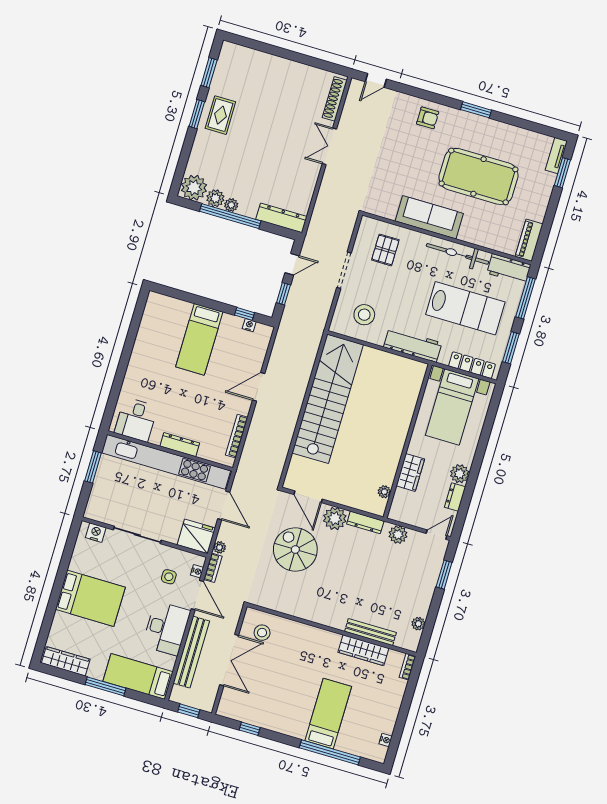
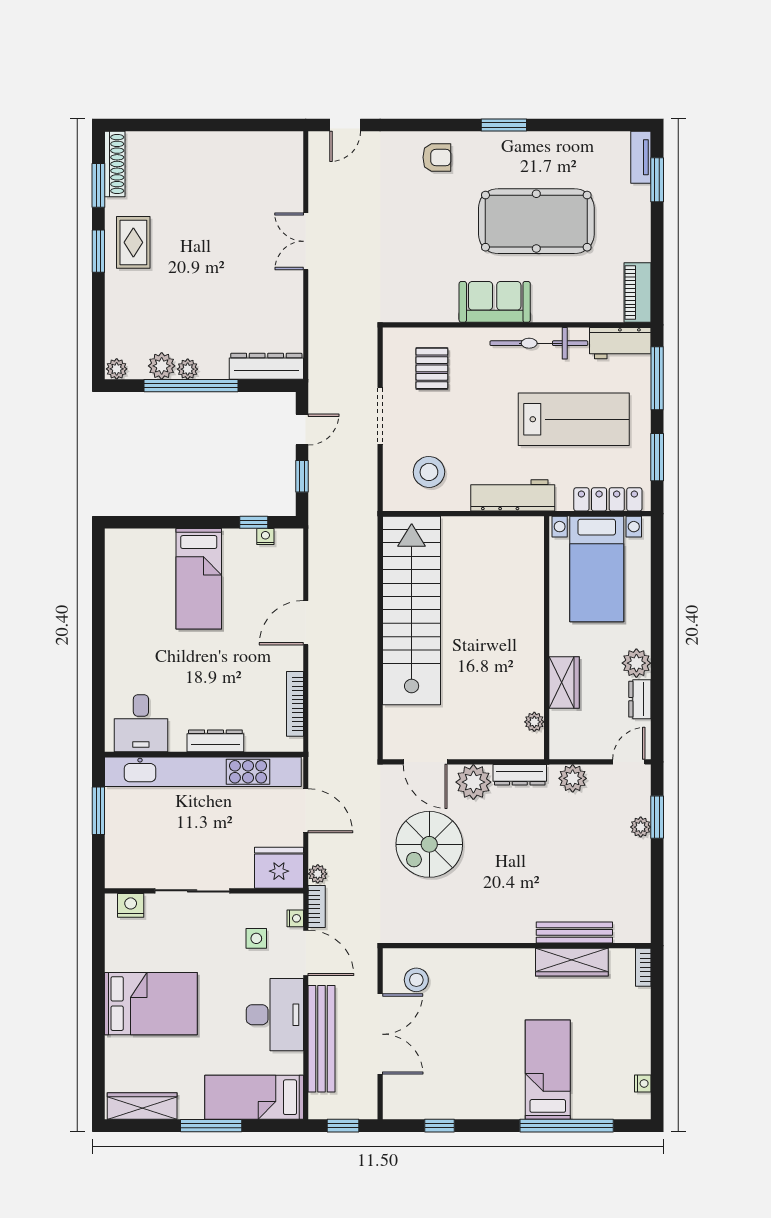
shoe rack: (335, 99) -> (115, 164), moved, turned 180
plant: (194, 188) -> (117, 369), width x0.53, depth x0.53
sofa: (429, 217) -> (495, 302), width x0.73
spiral stairs: (295, 550) -> (429, 844), turned -90
plant: (418, 624) -> (641, 827), moved

